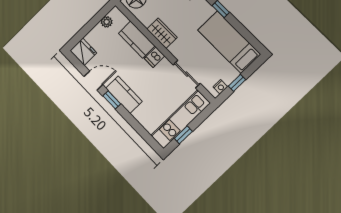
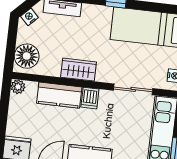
plant: (107, 22) -> (18, 87), moved

